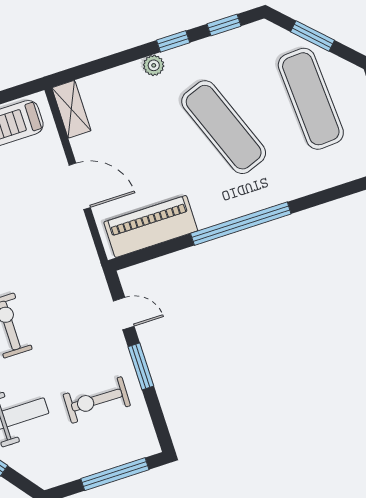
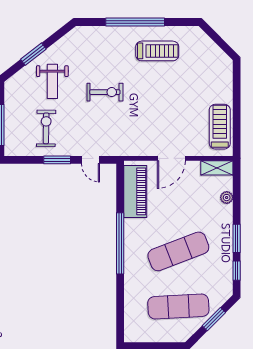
window: (173, 41) -> (237, 238), width x1.50
plant: (154, 65) -> (227, 198), moved
door: (124, 314) -> (90, 160), hinge flipped

